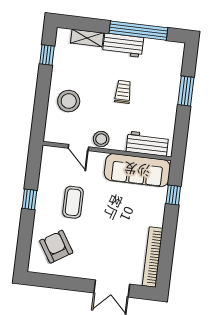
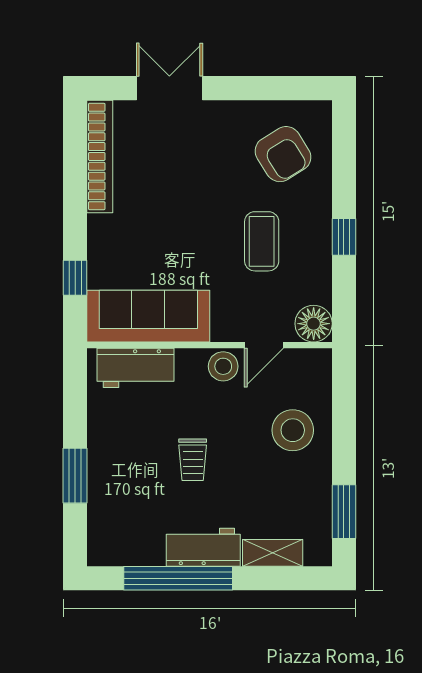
window: (47, 55) -> (344, 512), width x1.50
door: (78, 148) -> (264, 345), swing flipped
floor lamp: (51, 156) -> (314, 324), added

